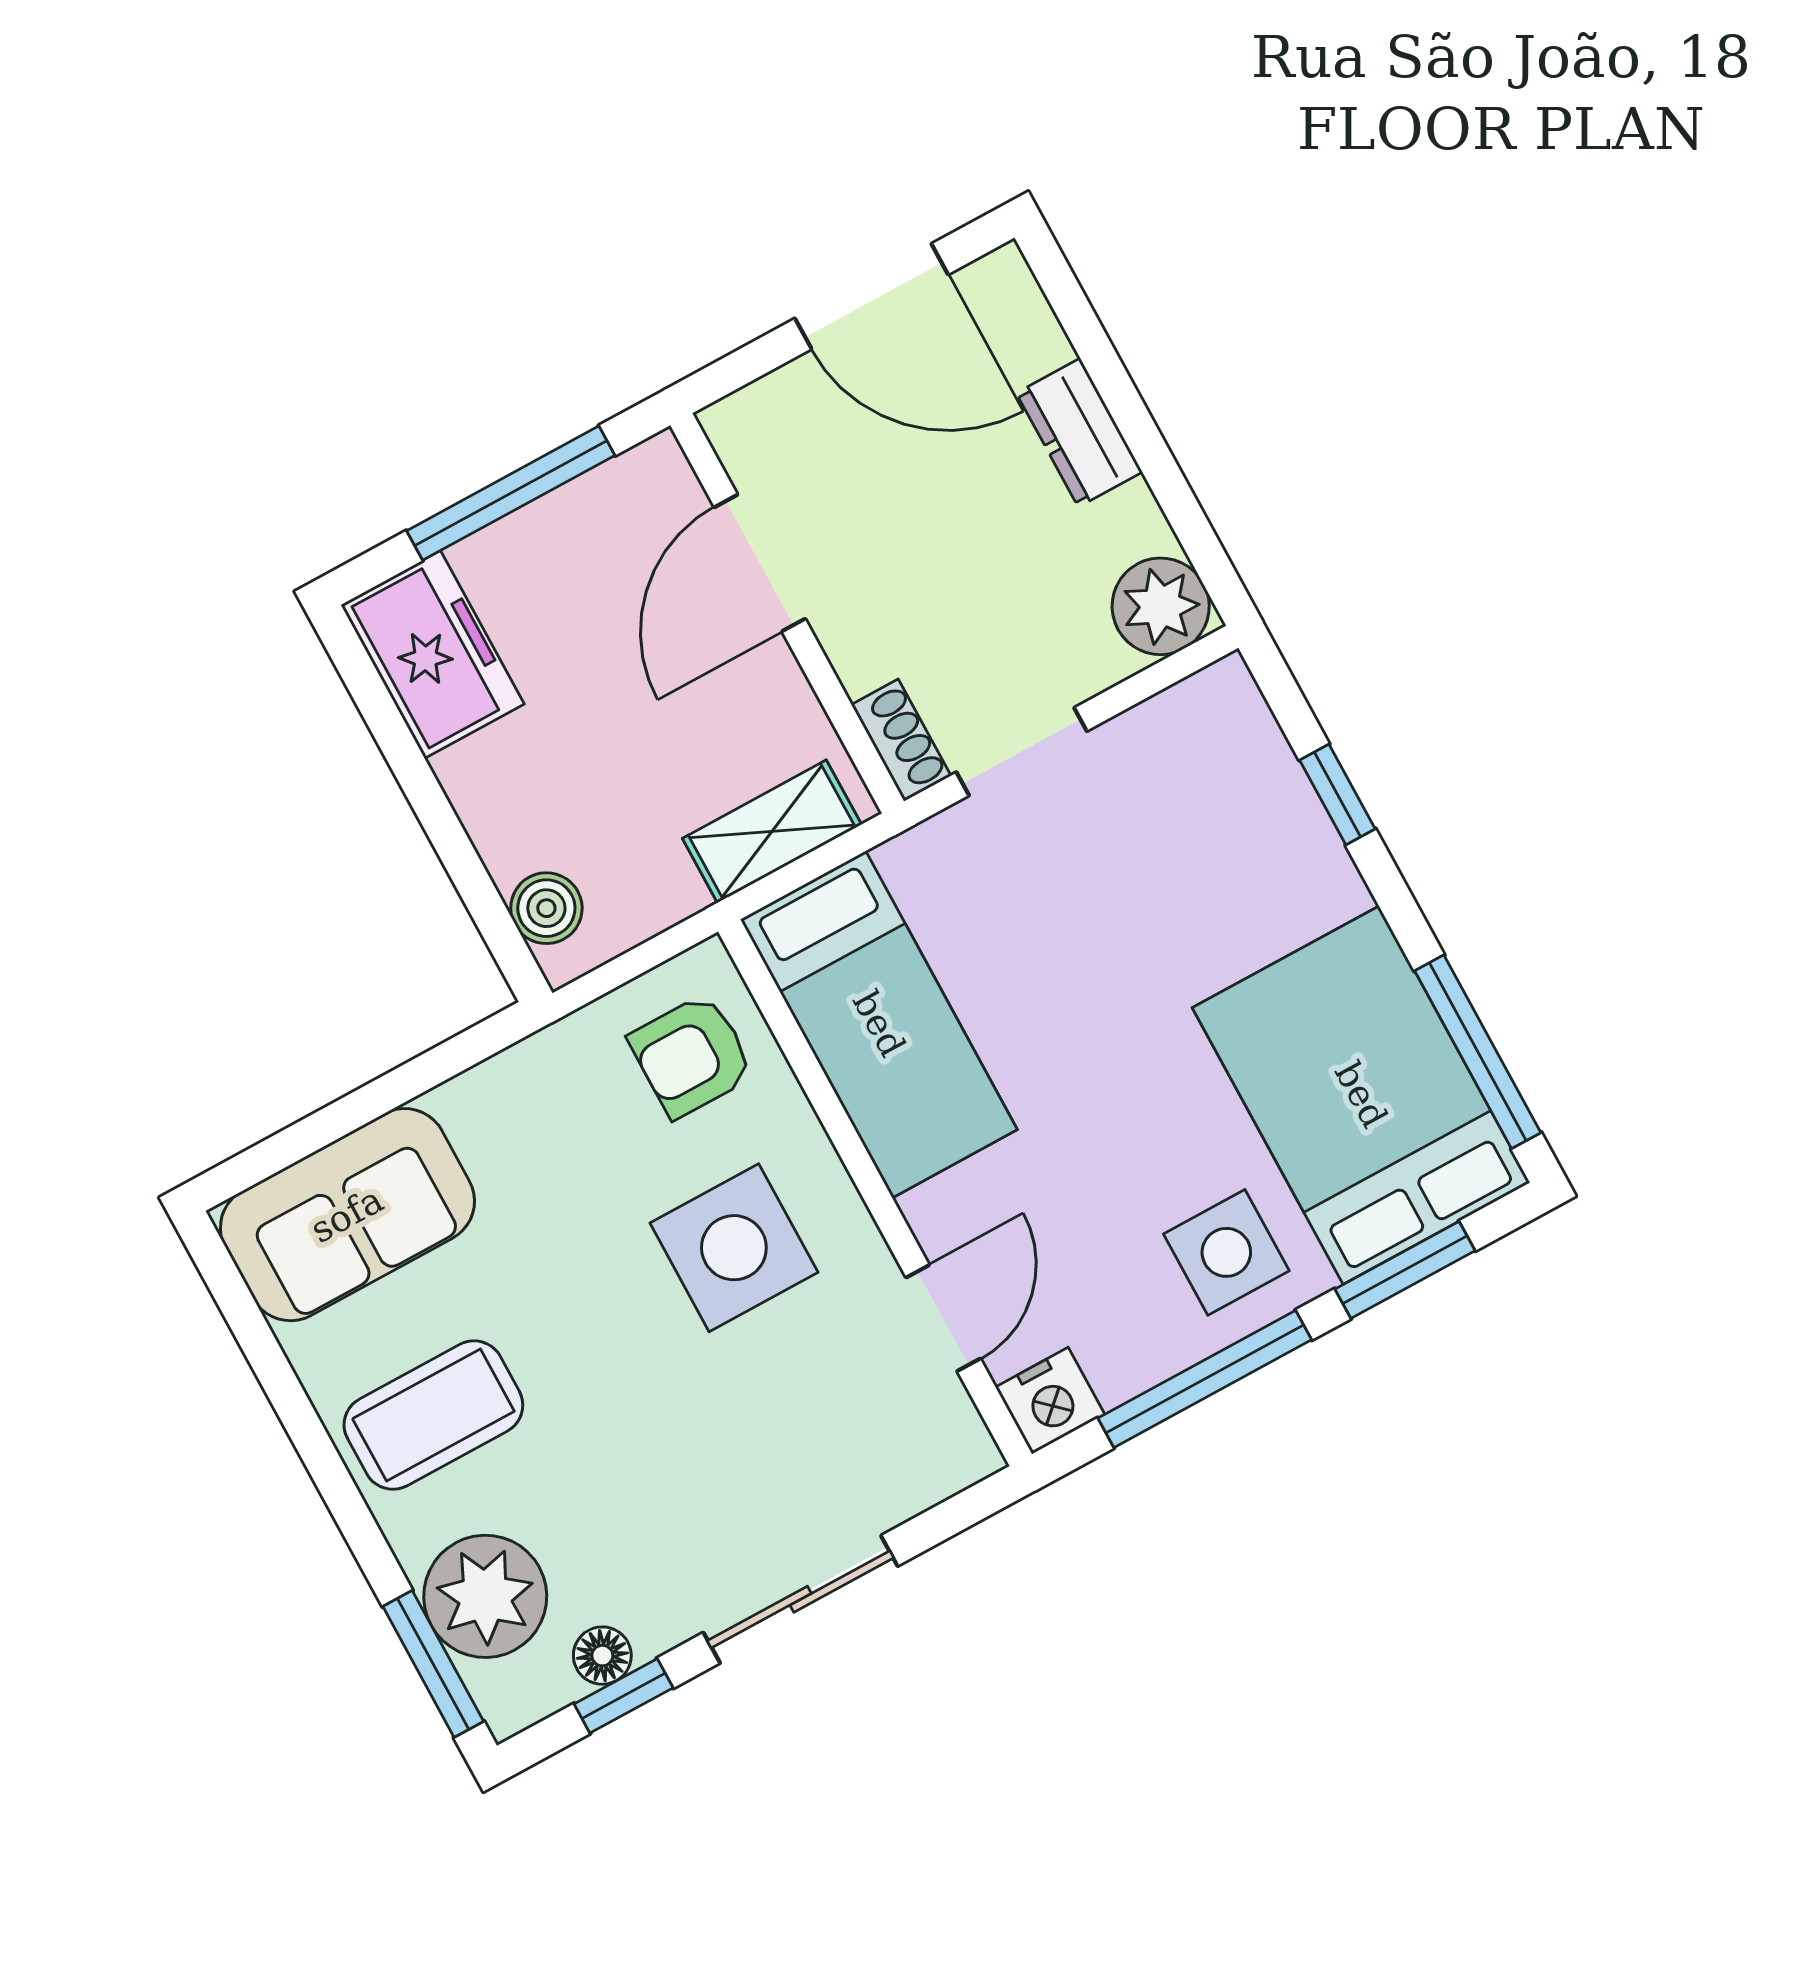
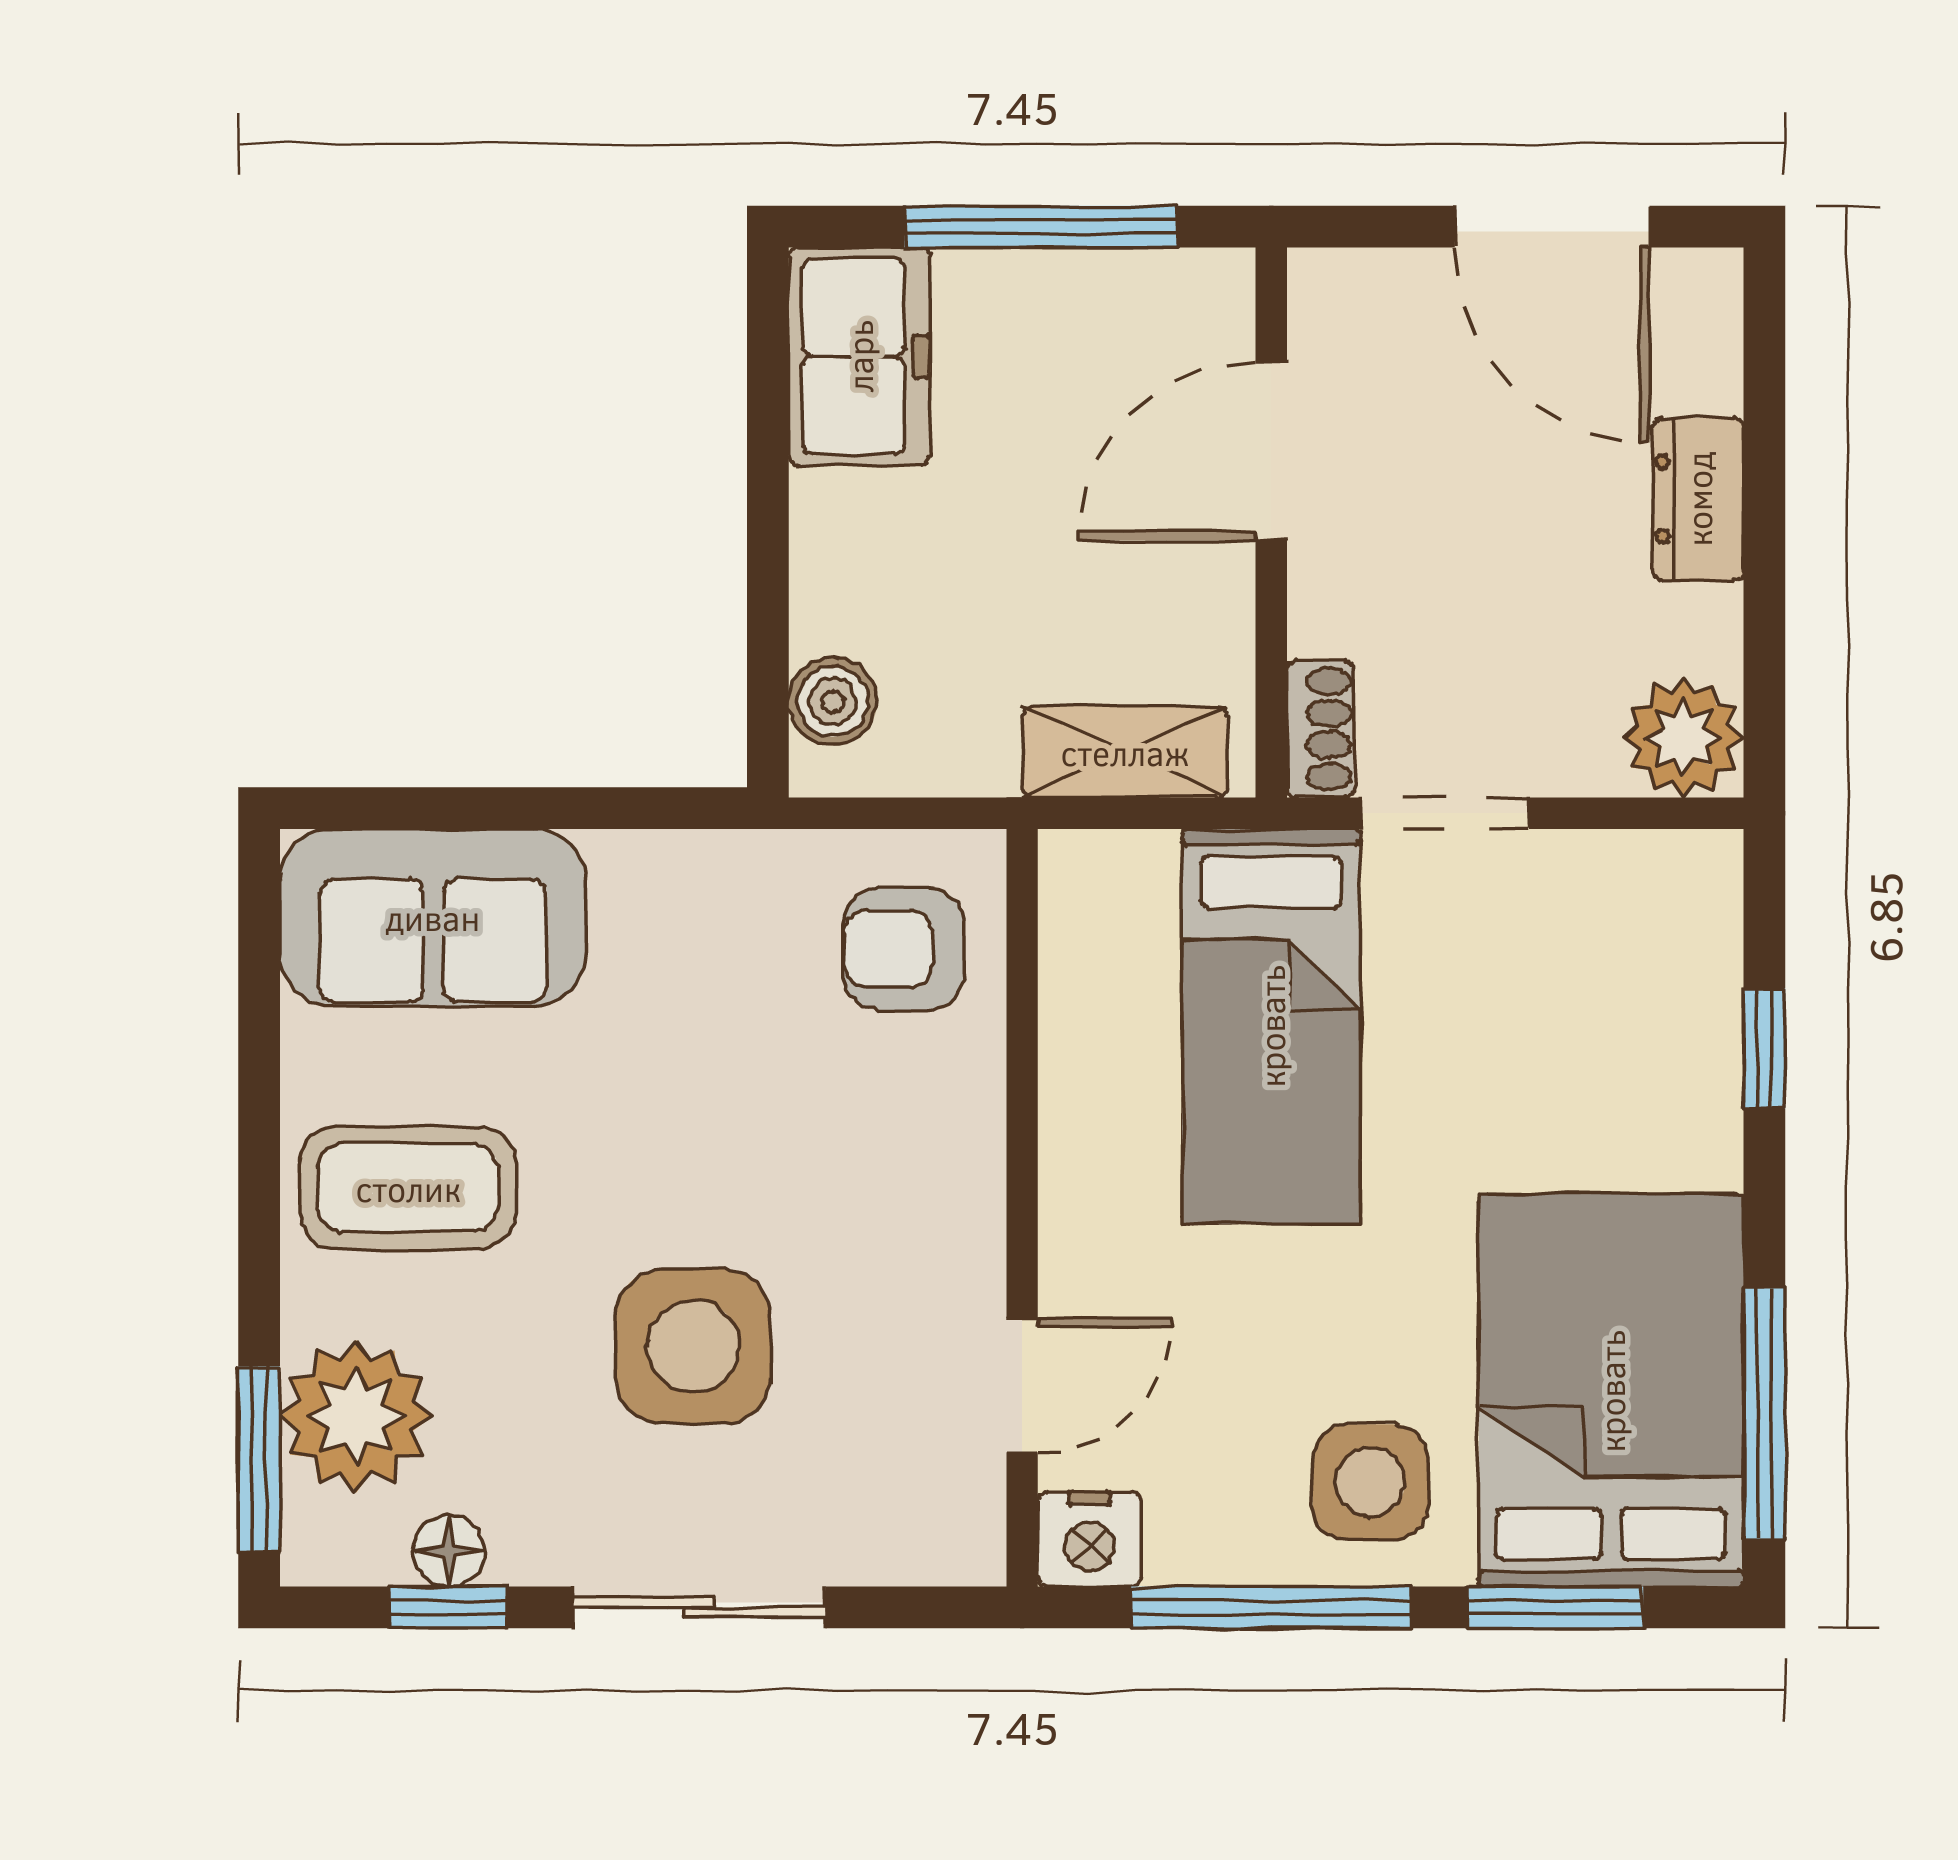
bed: (879, 1024) -> (1271, 1026), moved
side table: (734, 1248) -> (693, 1346), moved

